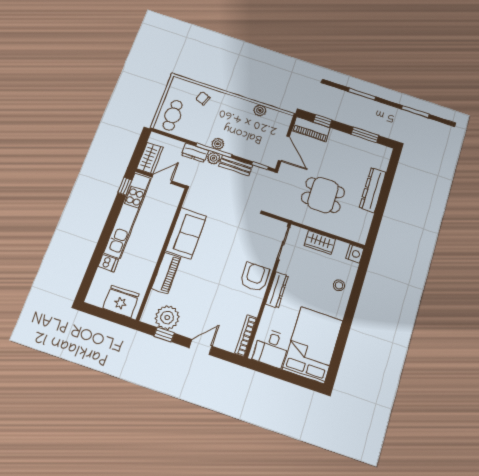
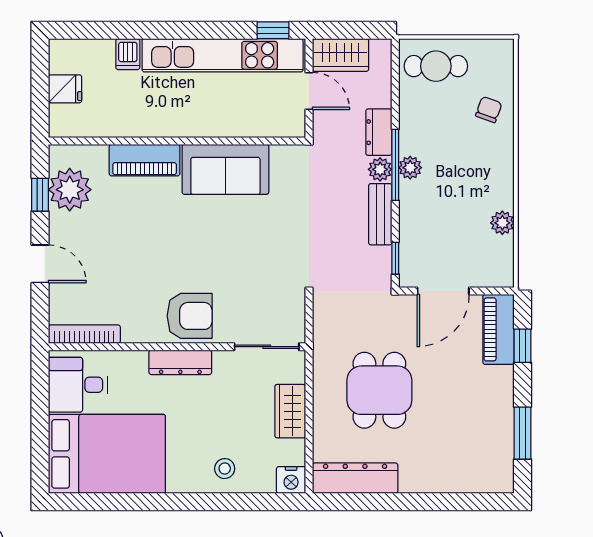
dresser: (373, 190) -> (355, 478), moved
fridge: (121, 301) -> (65, 89), width x0.53, depth x0.75

